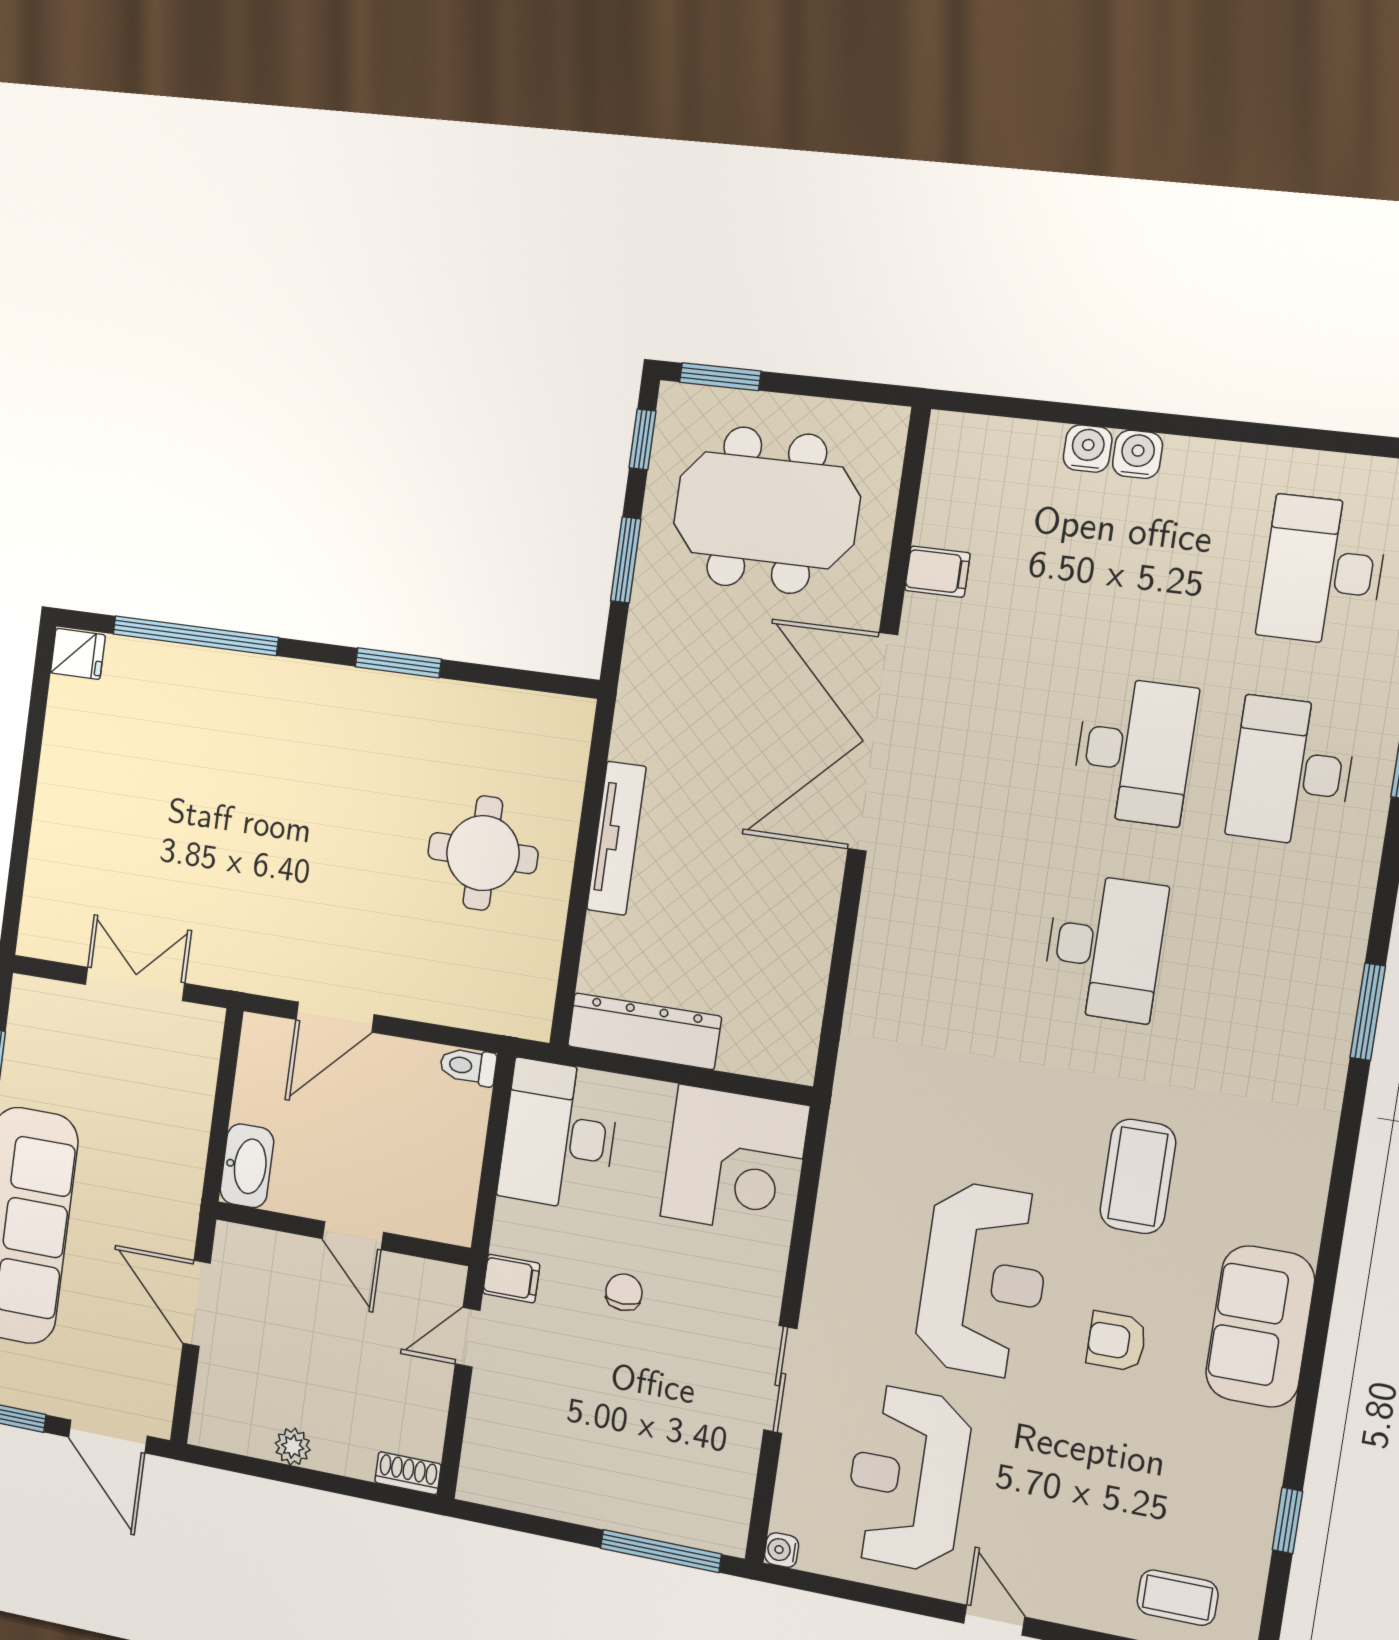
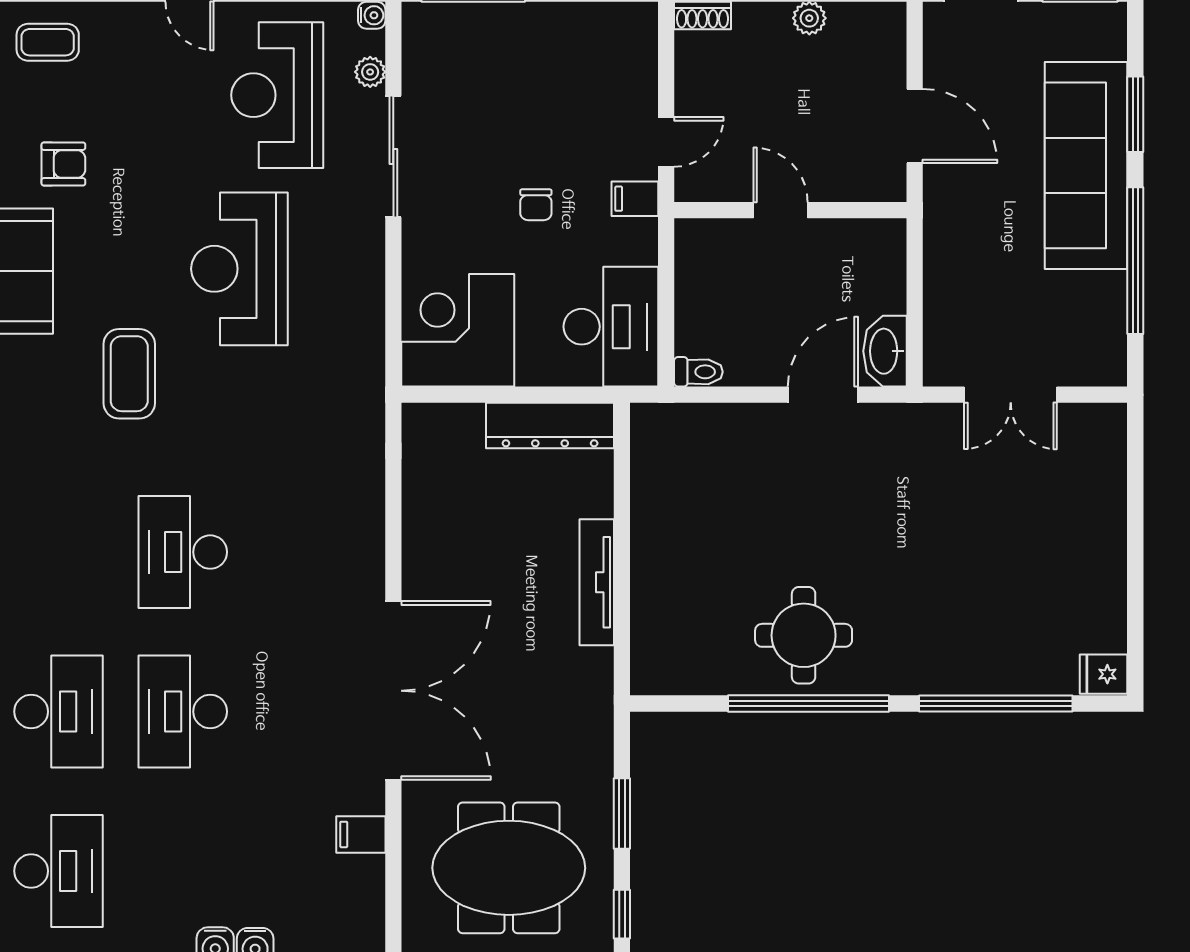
window: (398, 663) -> (808, 703), width x2.11
round table: (483, 853) -> (804, 635), moved
washbasin: (247, 1166) -> (885, 351), moved
armchair: (1116, 1341) -> (63, 164), moved
sliding door: (780, 1380) -> (393, 157), width x1.37
reception desk: (907, 1478) -> (277, 95), turned 180
plant: (793, 1484) -> (370, 72), added

